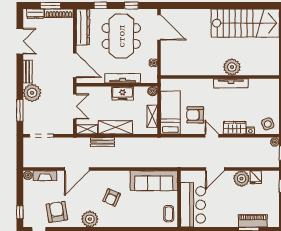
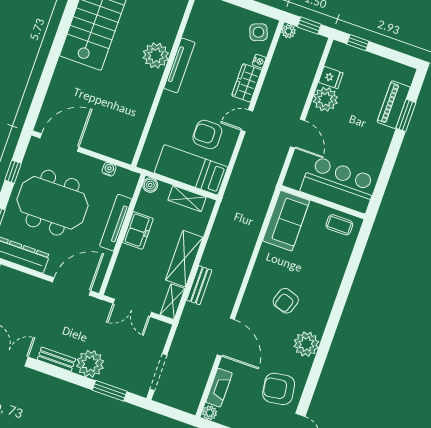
double door: (75, 106) -> (132, 308), swing flipped
armchair: (195, 115) -> (207, 134), turned 90
sofa: (154, 181) -> (286, 221), width x0.73
armchair: (112, 198) -> (286, 301), turned 84

